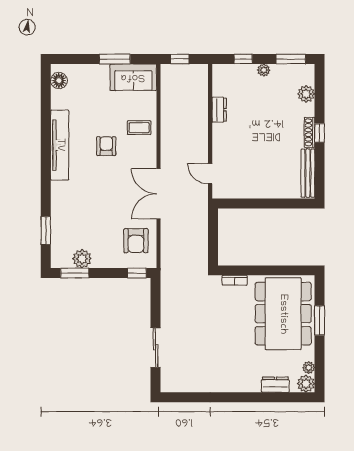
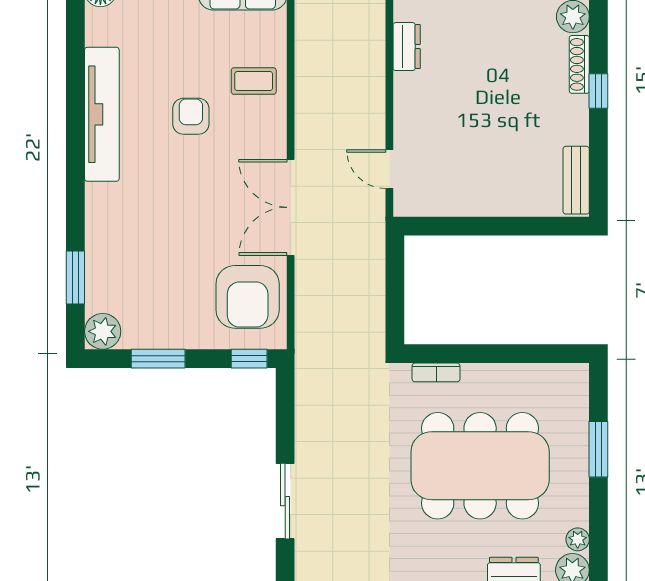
shoe rack: (310, 132) -> (579, 64), moved
bench: (308, 173) -> (576, 180), width x0.73
armchair: (136, 241) -> (248, 297), width x1.36, depth x1.36
plant: (82, 259) -> (103, 331), moved
window: (75, 273) -> (158, 359), moved
dining table: (283, 314) -> (480, 466), moved, turned 90

